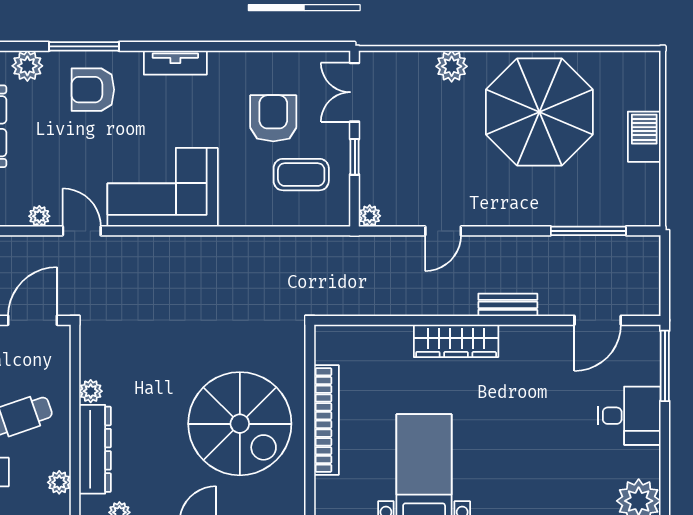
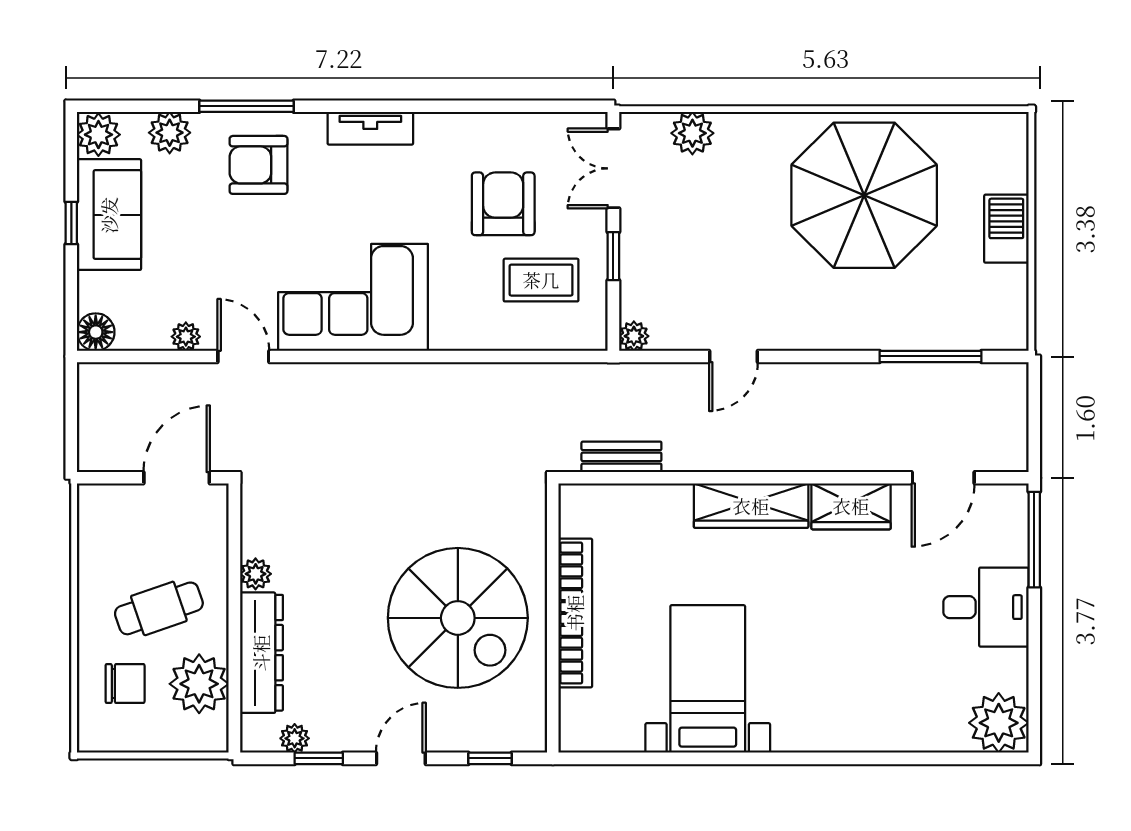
plant: (452, 66) -> (692, 133), moved
bench: (508, 305) -> (621, 457), moved
wardrobe: (530, 341) -> (851, 506), added
plant: (59, 482) -> (199, 684), width x1.88, depth x1.88

